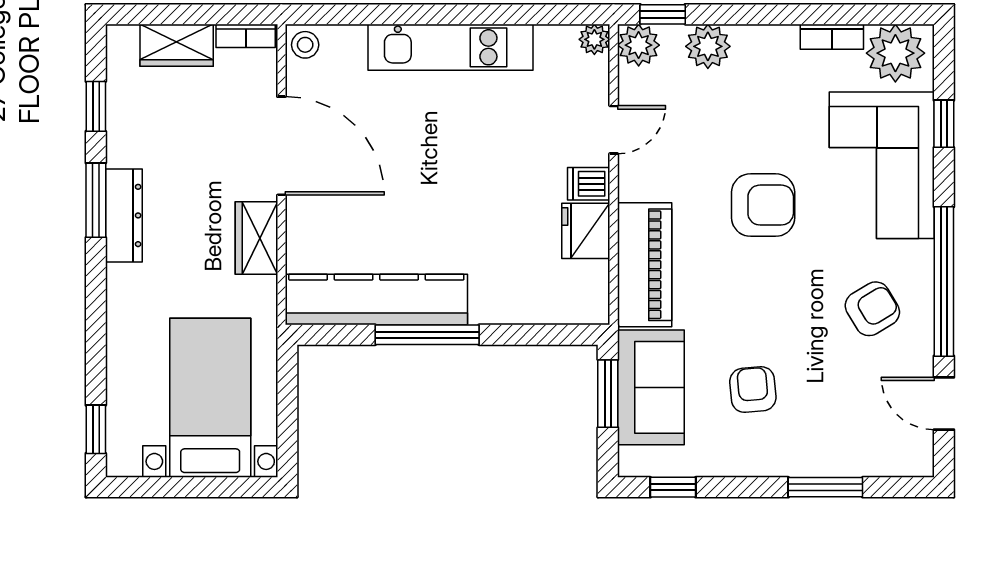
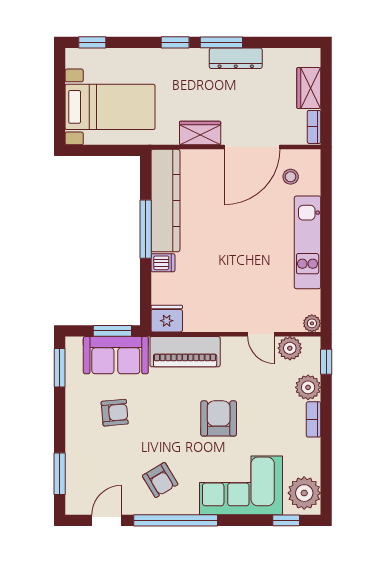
bookcase: (832, 37) -> (314, 419), moved
stool: (305, 45) -> (291, 177), moved
plant: (639, 45) -> (290, 348), moved
window: (96, 106) -> (175, 42), moved
window: (944, 124) -> (286, 520), moved
dishwasher: (589, 184) -> (163, 263), moved, turned 90
armchair: (763, 205) -> (219, 418), turned 180
dresser: (124, 215) -> (236, 58), moved
fridge: (586, 231) -> (167, 319), moved
window: (673, 487) -> (60, 368), width x1.50
window: (825, 487) -> (60, 474), moved

